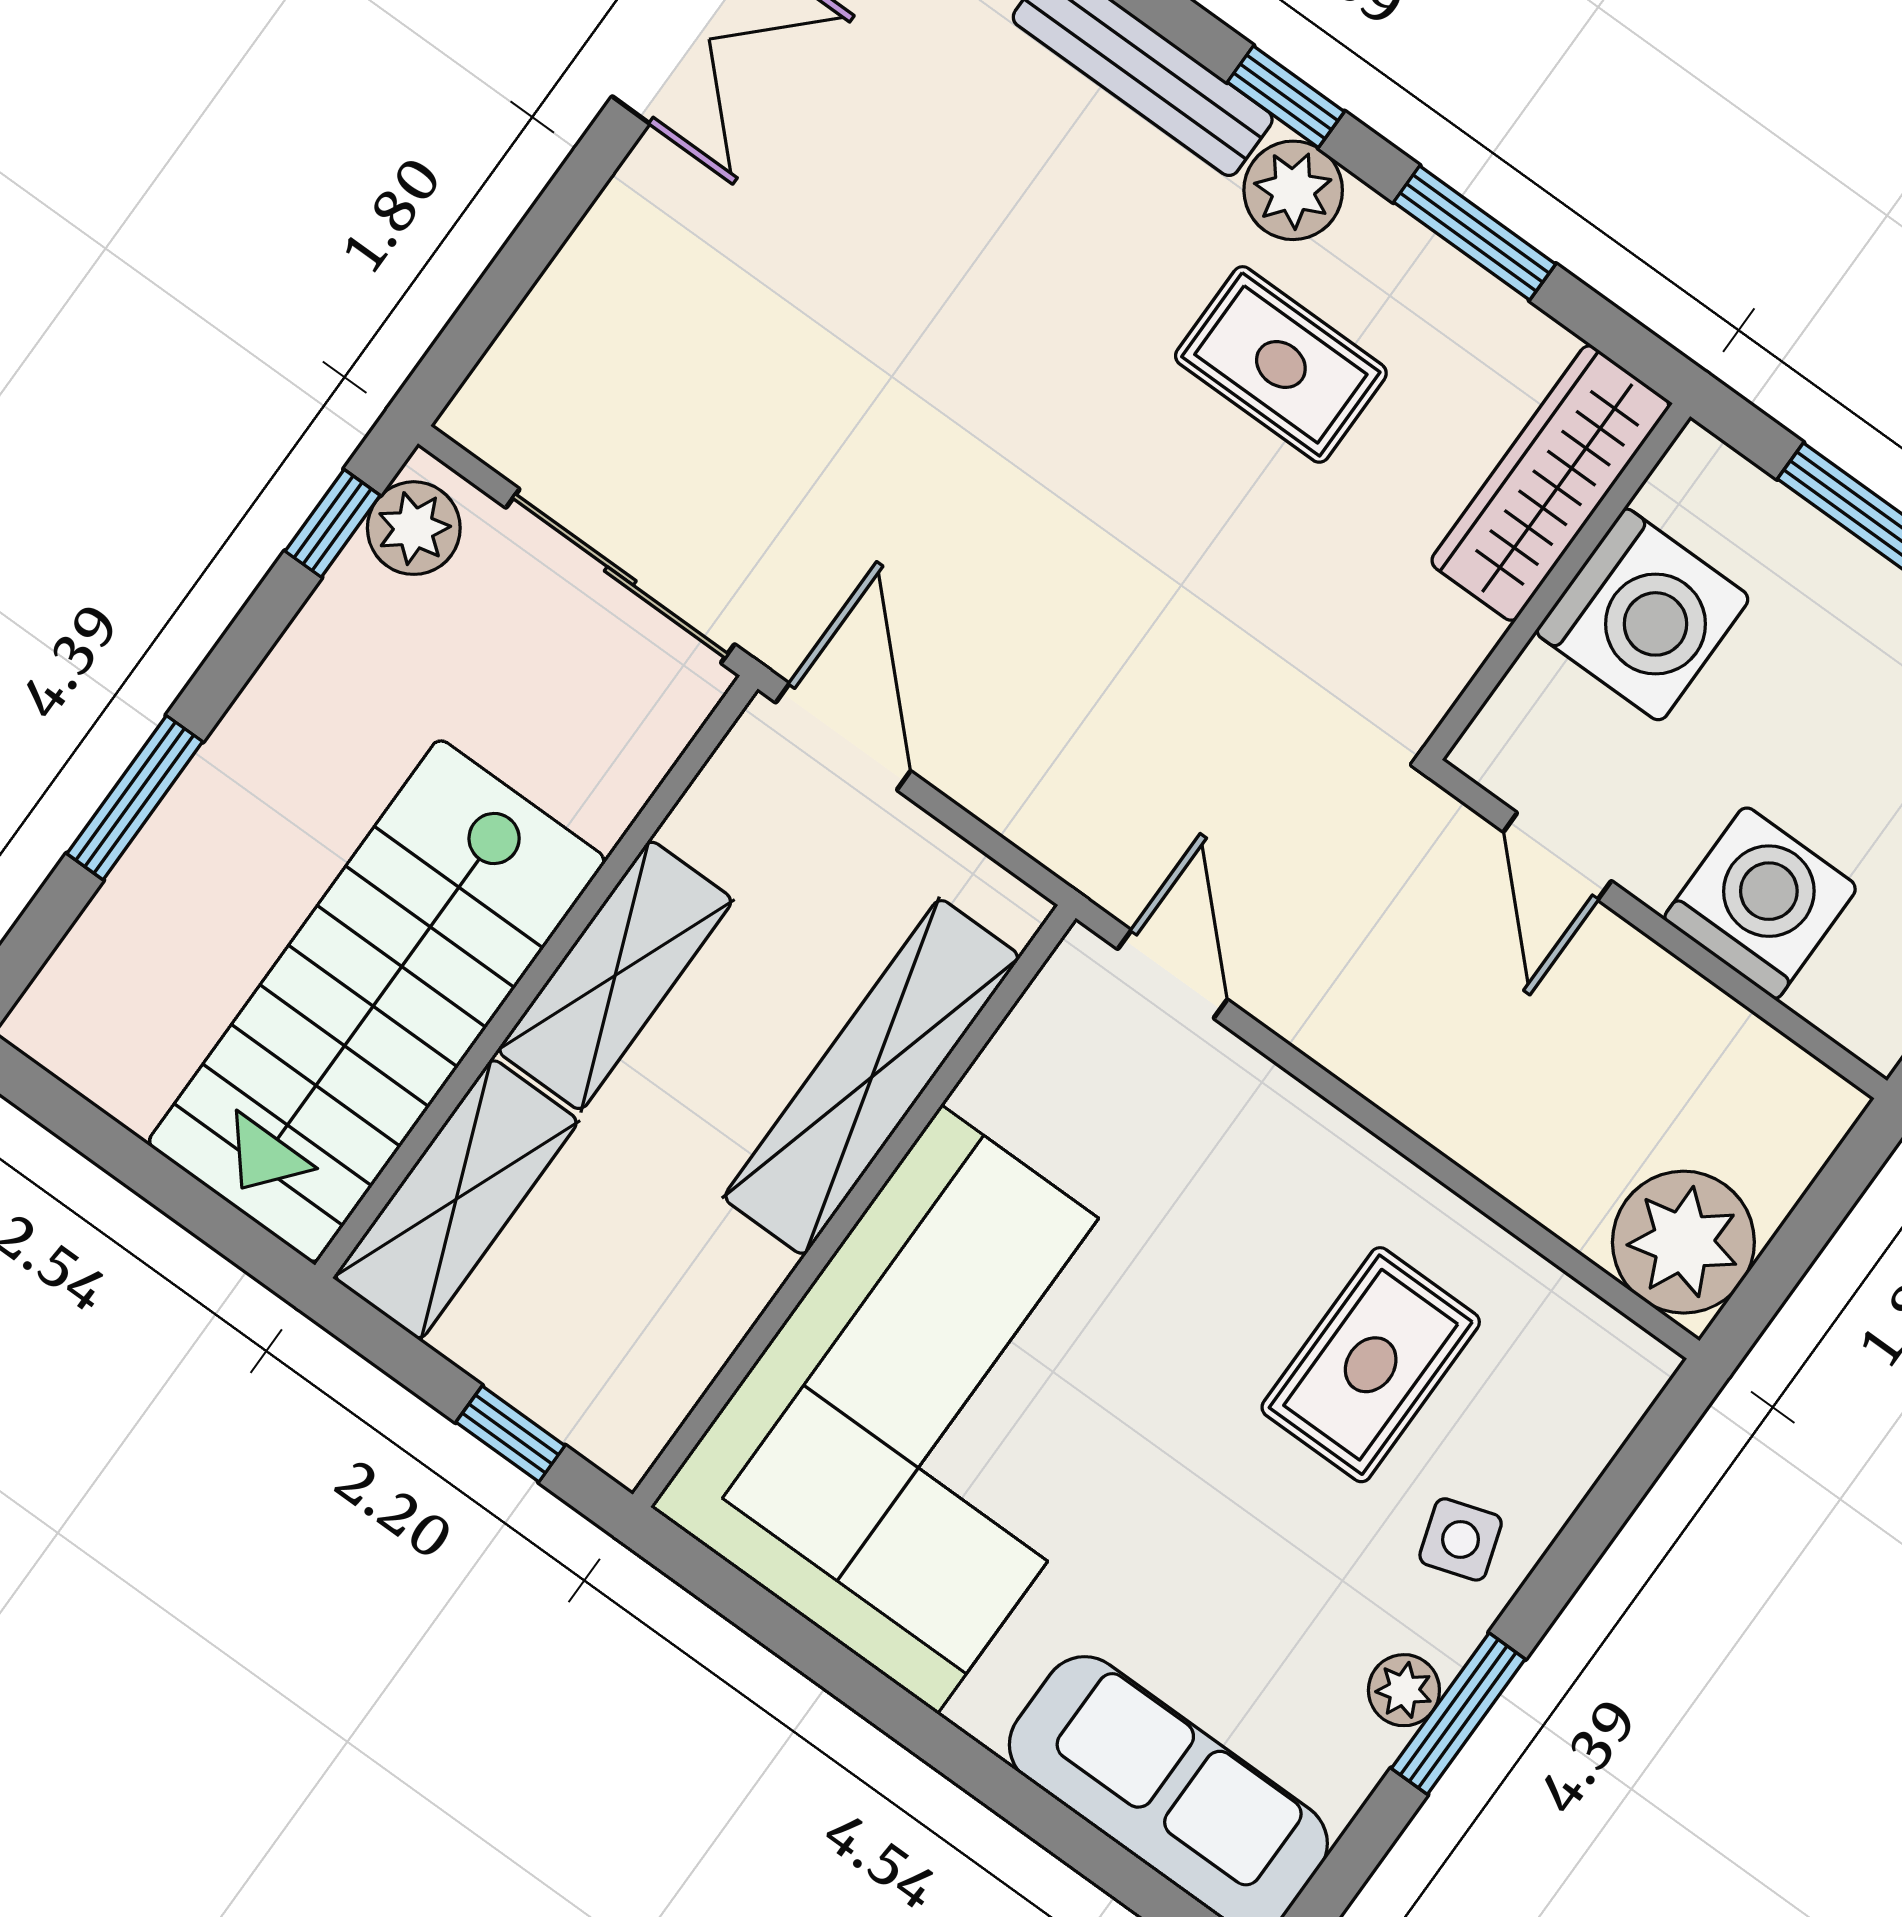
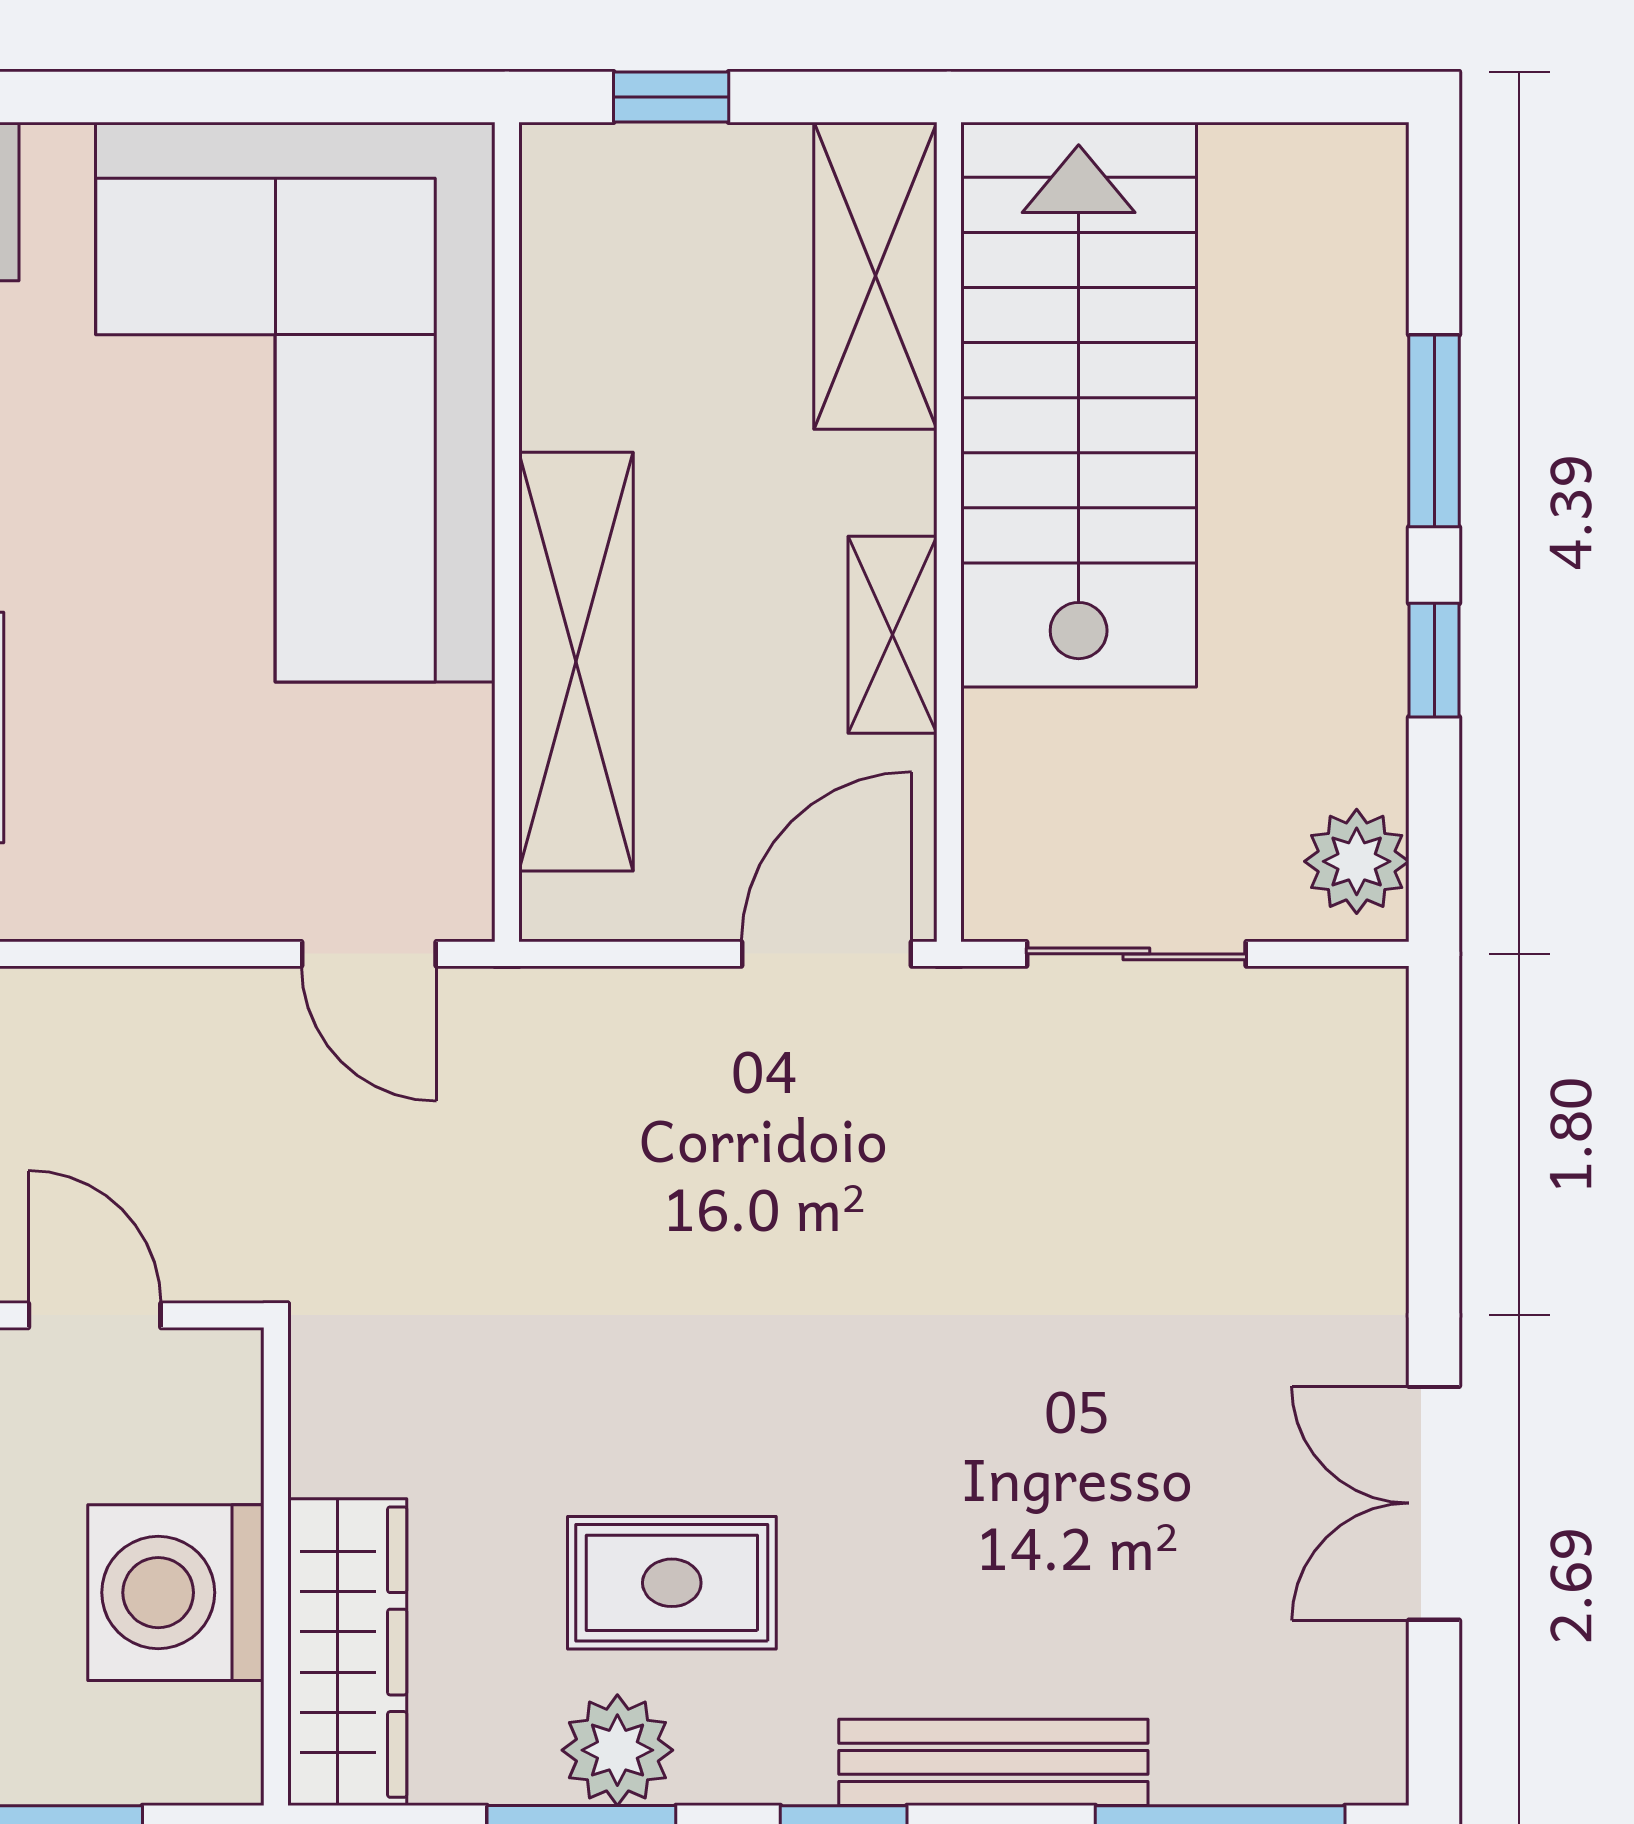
plant: (1293, 190) -> (617, 1750), moved
window: (333, 523) -> (1434, 660), moved
sliding door: (620, 576) -> (1136, 954), width x0.73
door: (843, 737) -> (827, 954), swing flipped
shelving: (615, 975) -> (892, 635), width x0.67, depth x0.75

